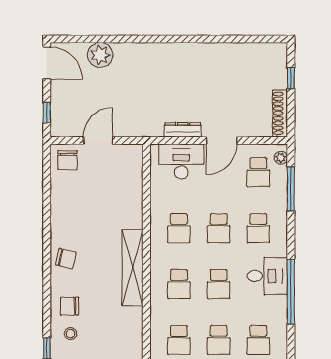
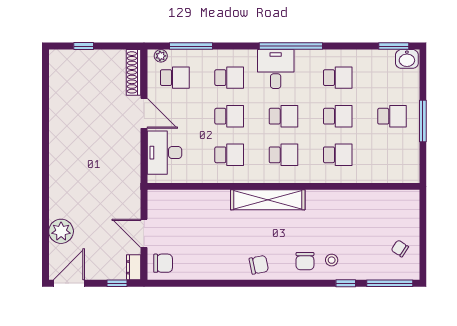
shoe rack: (280, 113) -> (134, 72), moved, turned 90
dresser: (183, 130) -> (134, 267), moved, width x0.70
chair: (66, 259) -> (259, 265), turned 66

